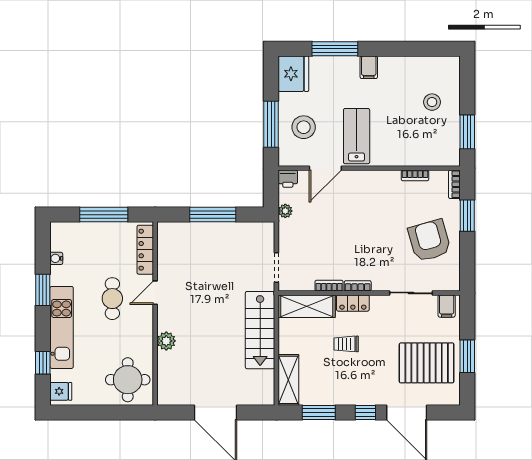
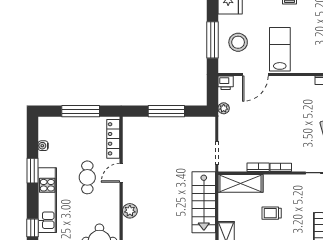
locker: (353, 303) -> (277, 181), removed

